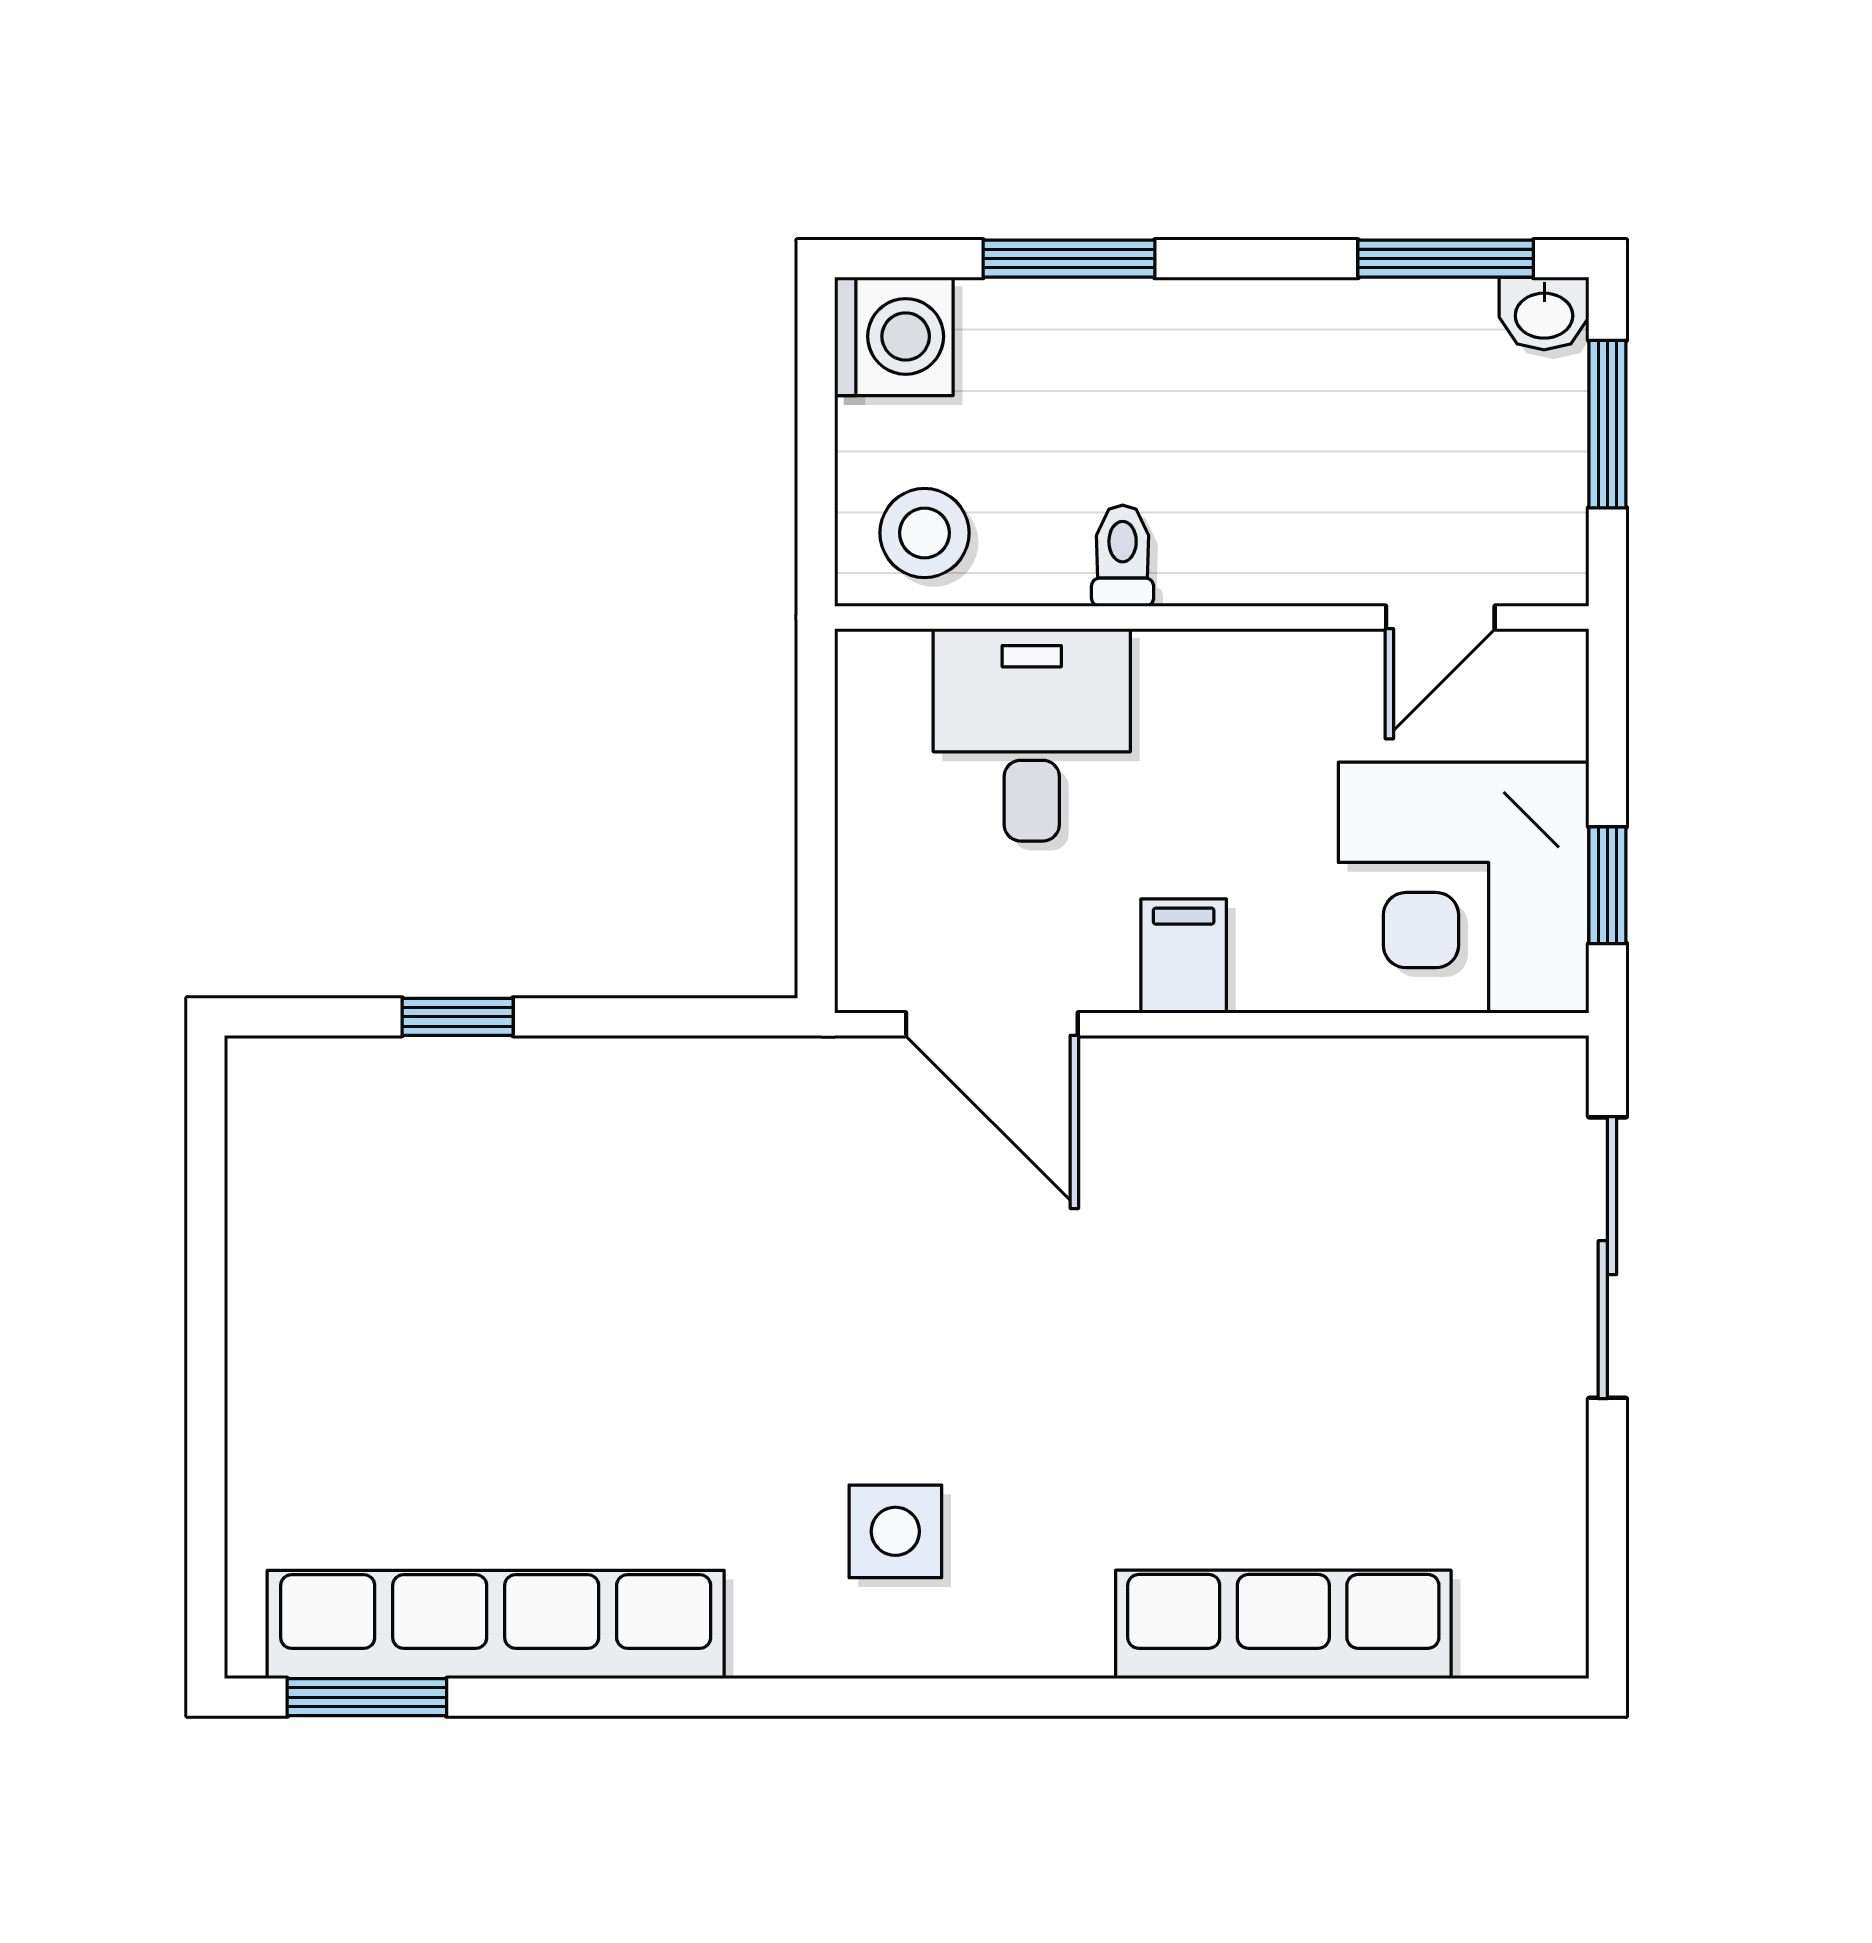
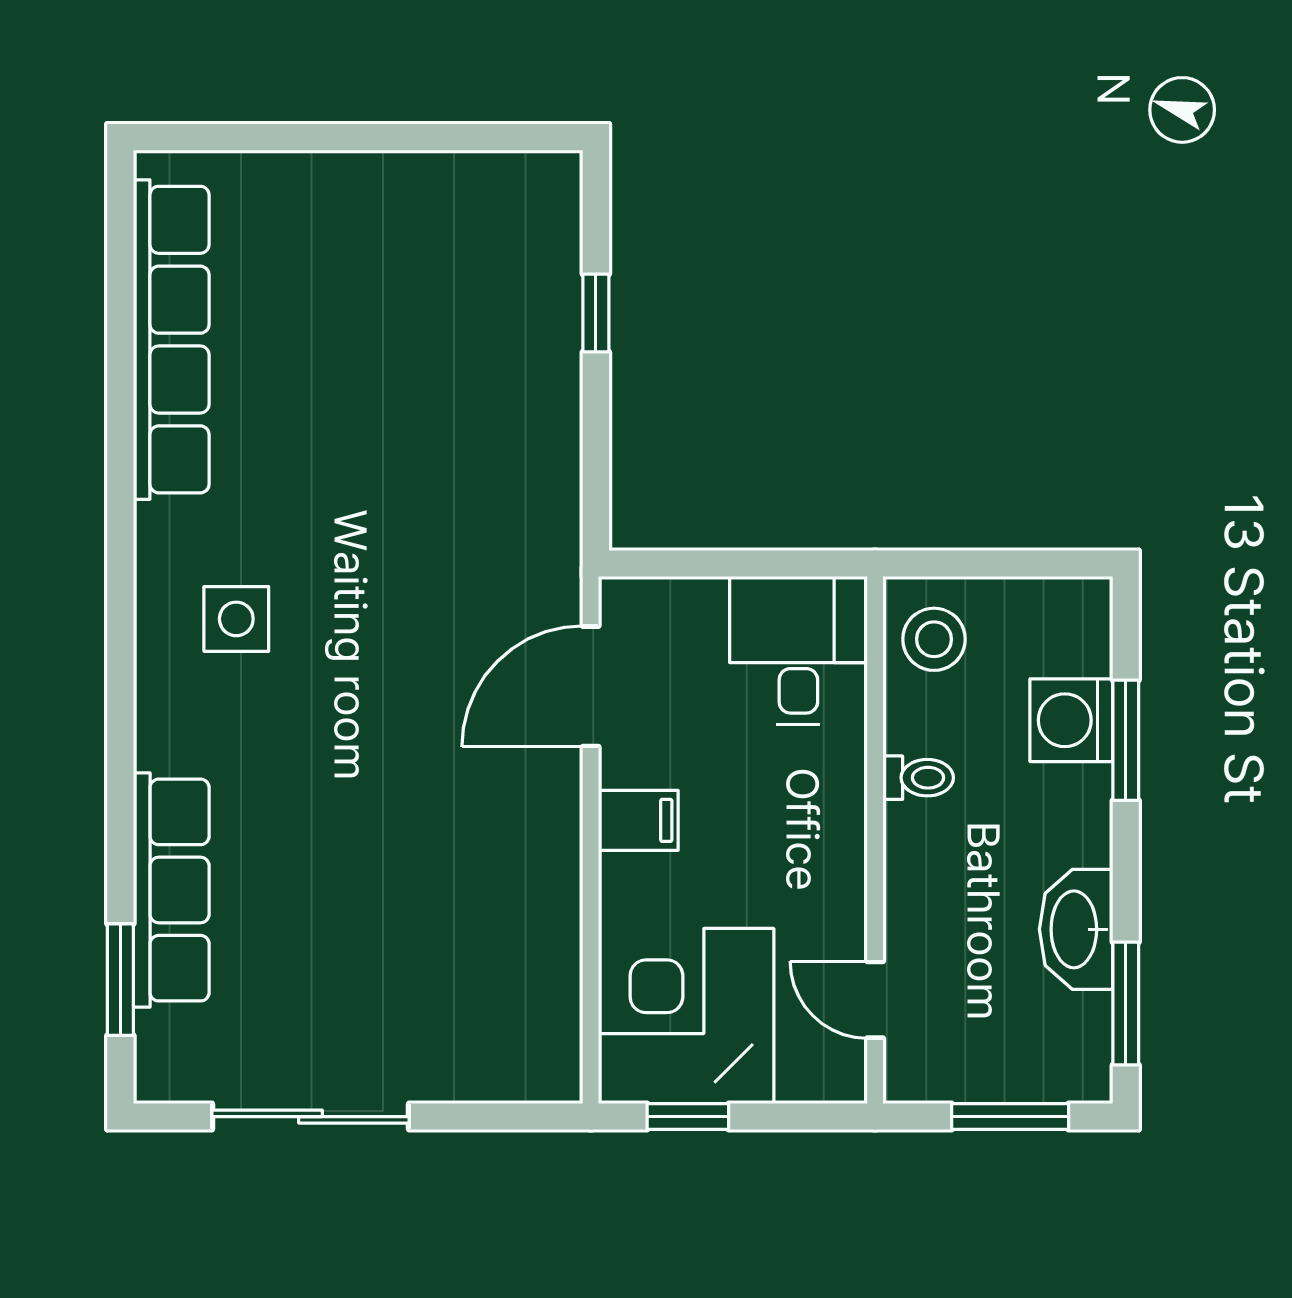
washbasin: (1544, 314) -> (1076, 929), moved, width x1.91, depth x1.45
washing machine: (894, 336) -> (1071, 720), moved, turned 90
desk: (1032, 735) -> (798, 651), moved, turned -90
sliding door: (1607, 1258) -> (310, 1117), moved
window: (367, 1697) -> (120, 980), moved

